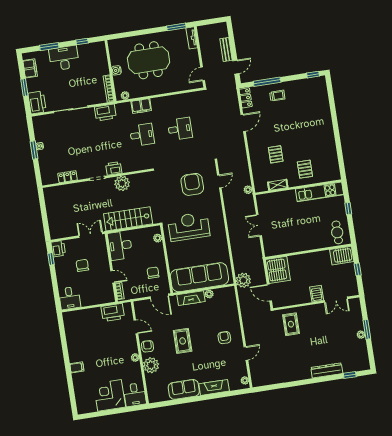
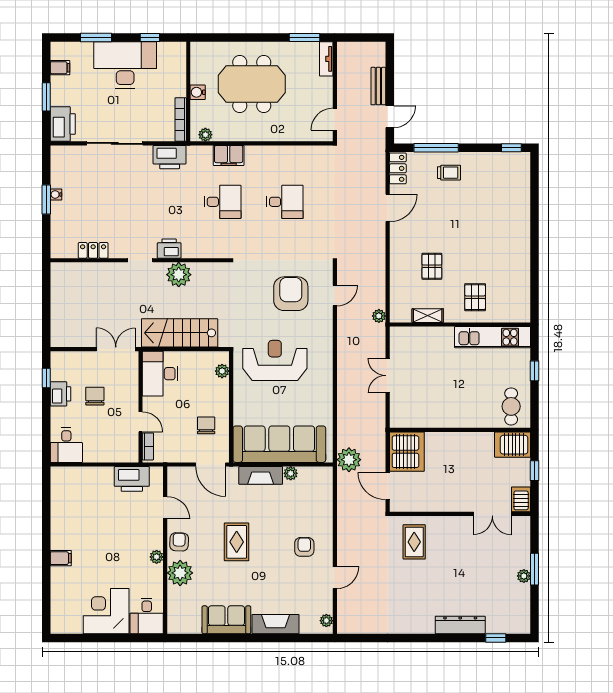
desk: (64, 58) -> (125, 65), width x1.36, depth x1.30
filing cabinet: (30, 68) -> (60, 68), width x0.50
printer: (58, 249) -> (60, 394), moved
server rack: (317, 294) -> (521, 499), moved

